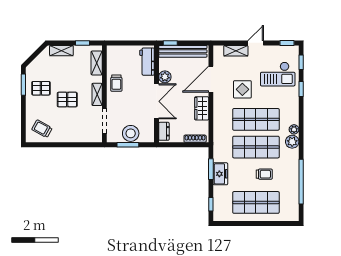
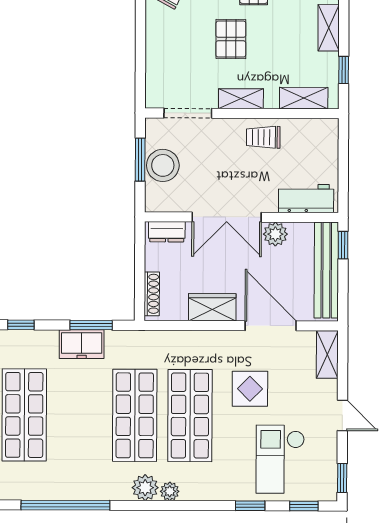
shelving: (236, 51) -> (327, 355), moved
trolley: (264, 174) -> (81, 432), removed

